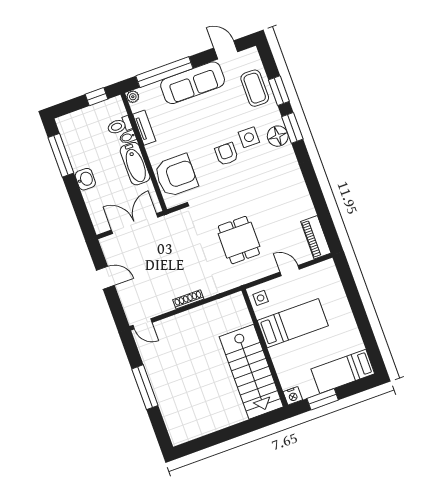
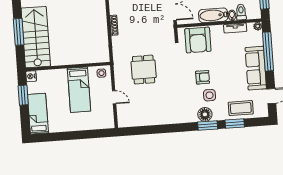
piano: (316, 237) -> (131, 121), removed
dining table: (239, 240) -> (144, 70), turned 90
door: (290, 271) -> (114, 97), hinge flipped
stairs: (251, 372) -> (36, 37), moved, turned 90
window: (235, 431) -> (19, 32), added

